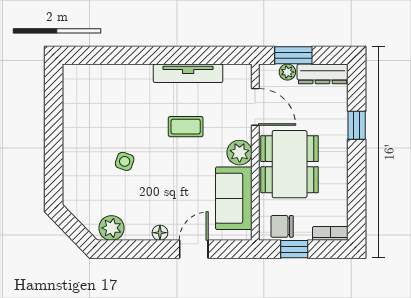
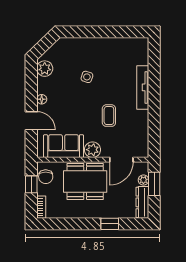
tv unit: (188, 73) -> (143, 87), moved
chair: (282, 226) -> (46, 177), turned 180

